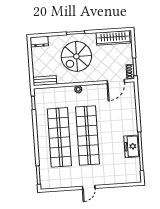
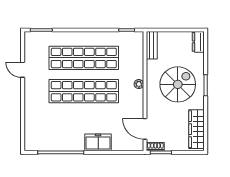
spiral stairs: (76, 56) -> (178, 84), turned 90
freezer: (132, 146) -> (98, 142), moved
door: (89, 187) -> (23, 70), moved

